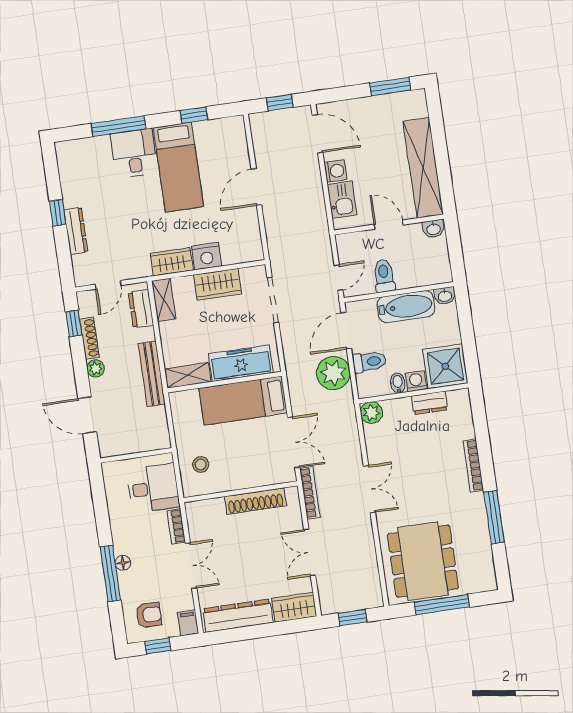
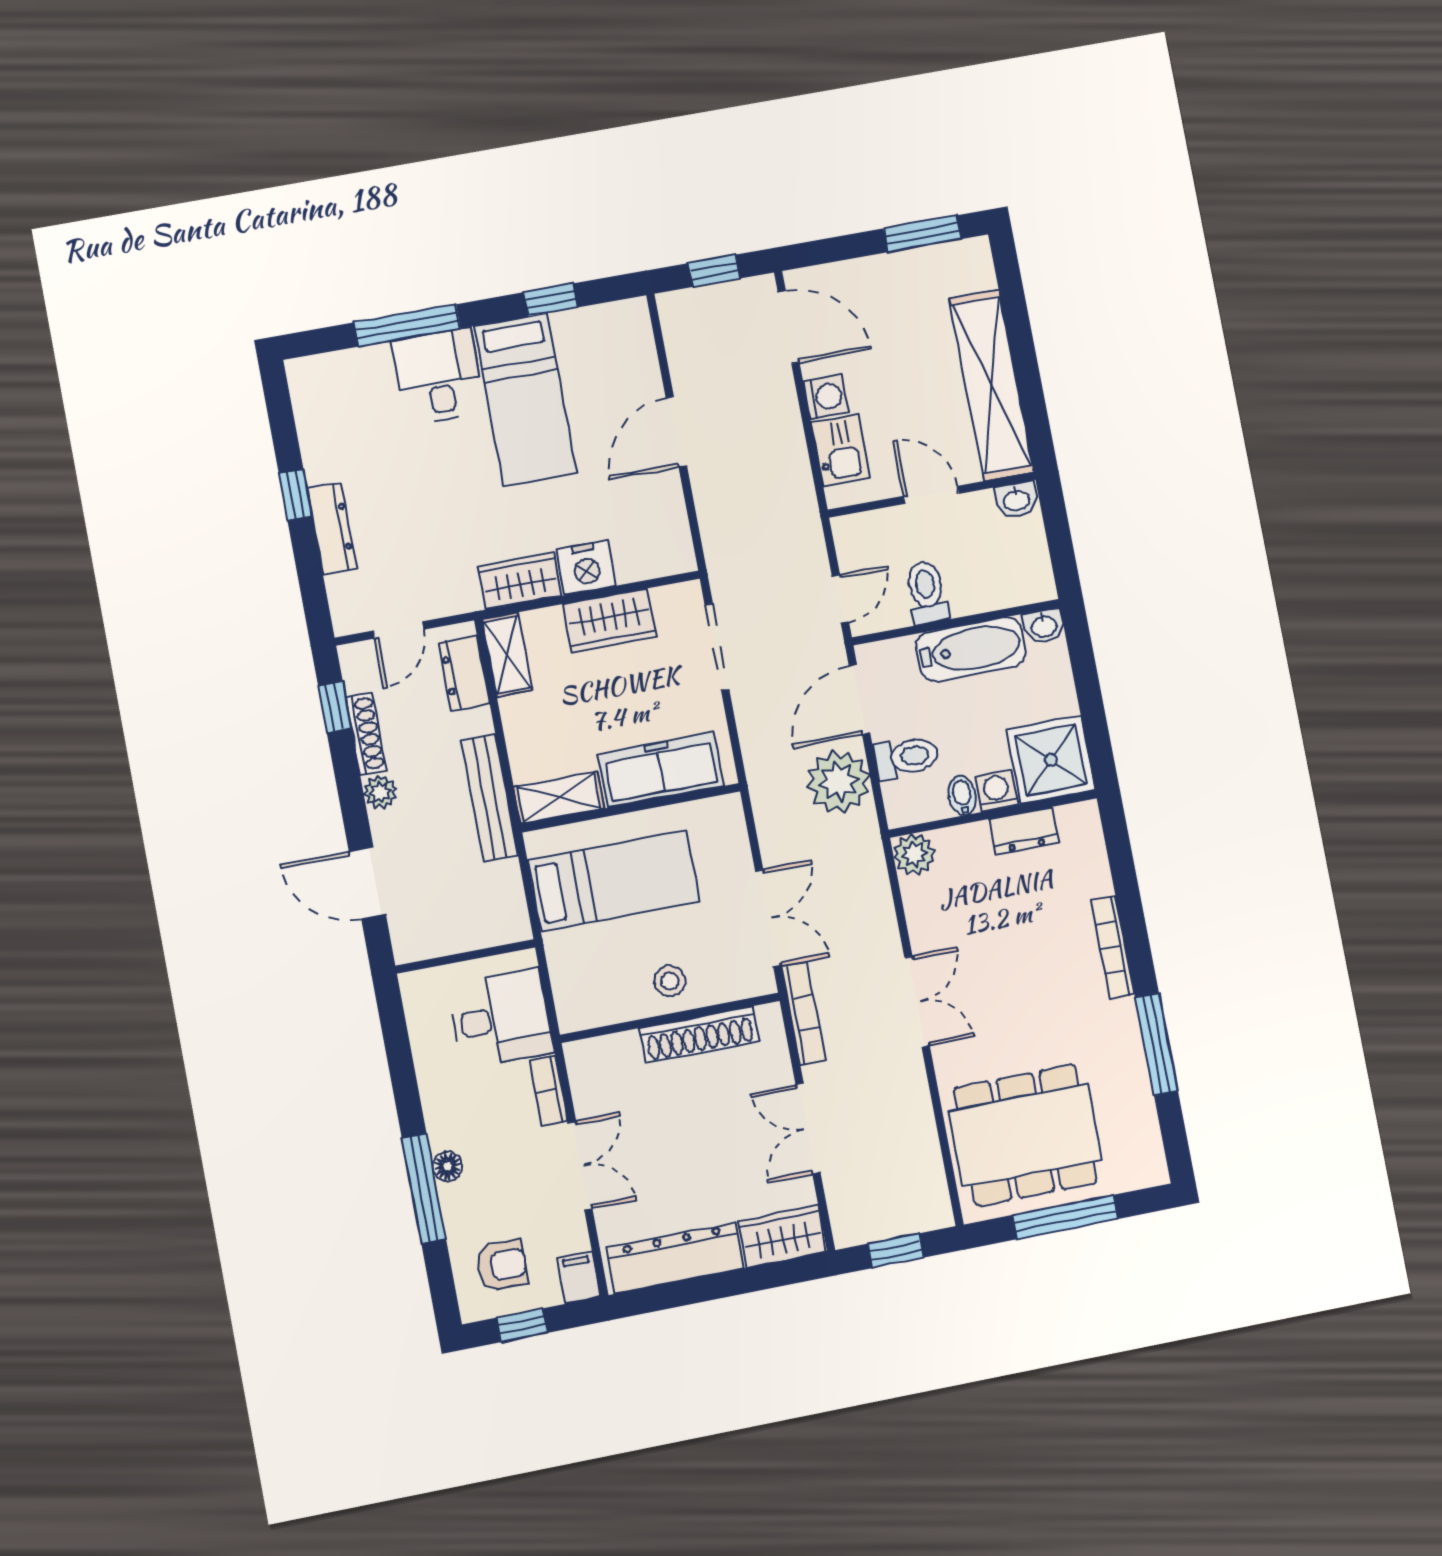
bed: (243, 401) -> (614, 881), moved, turned 180
stool: (201, 464) -> (670, 981), moved
dining table: (423, 561) -> (1025, 1135), turned 90

